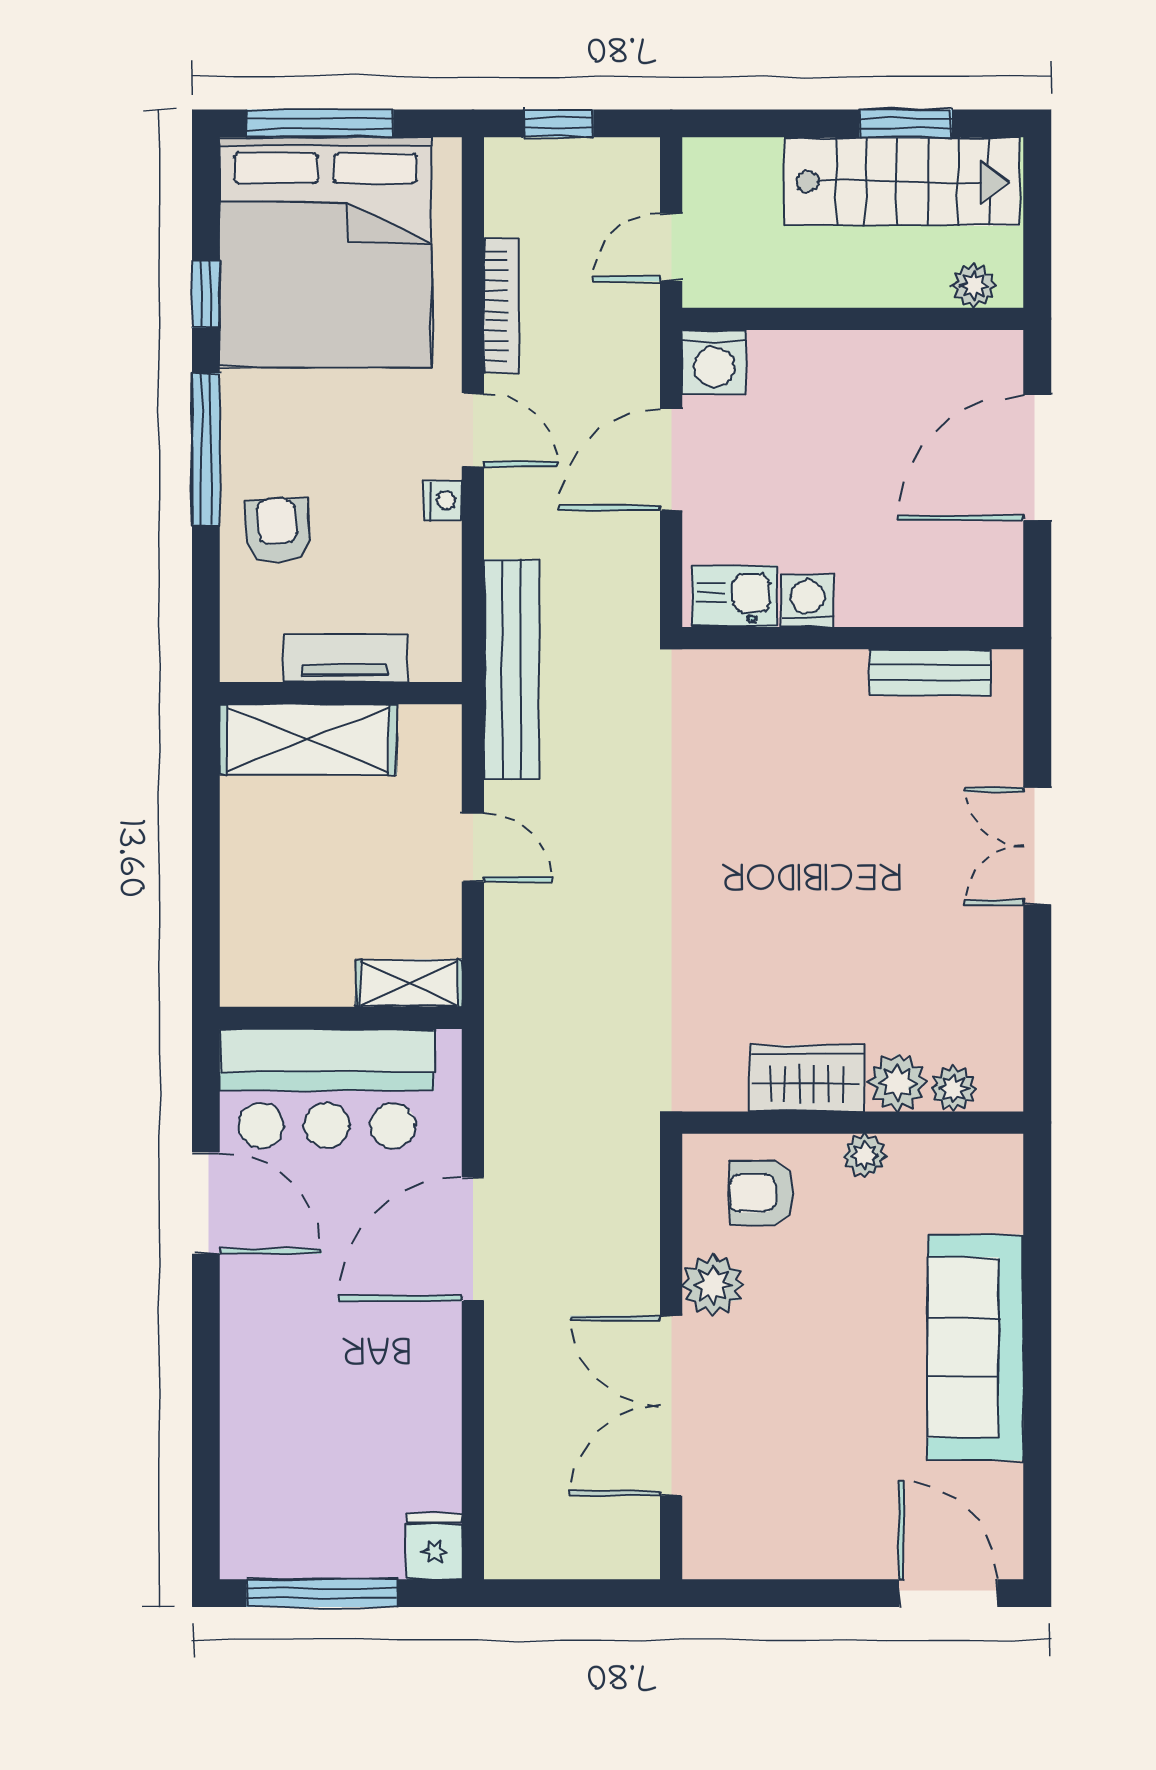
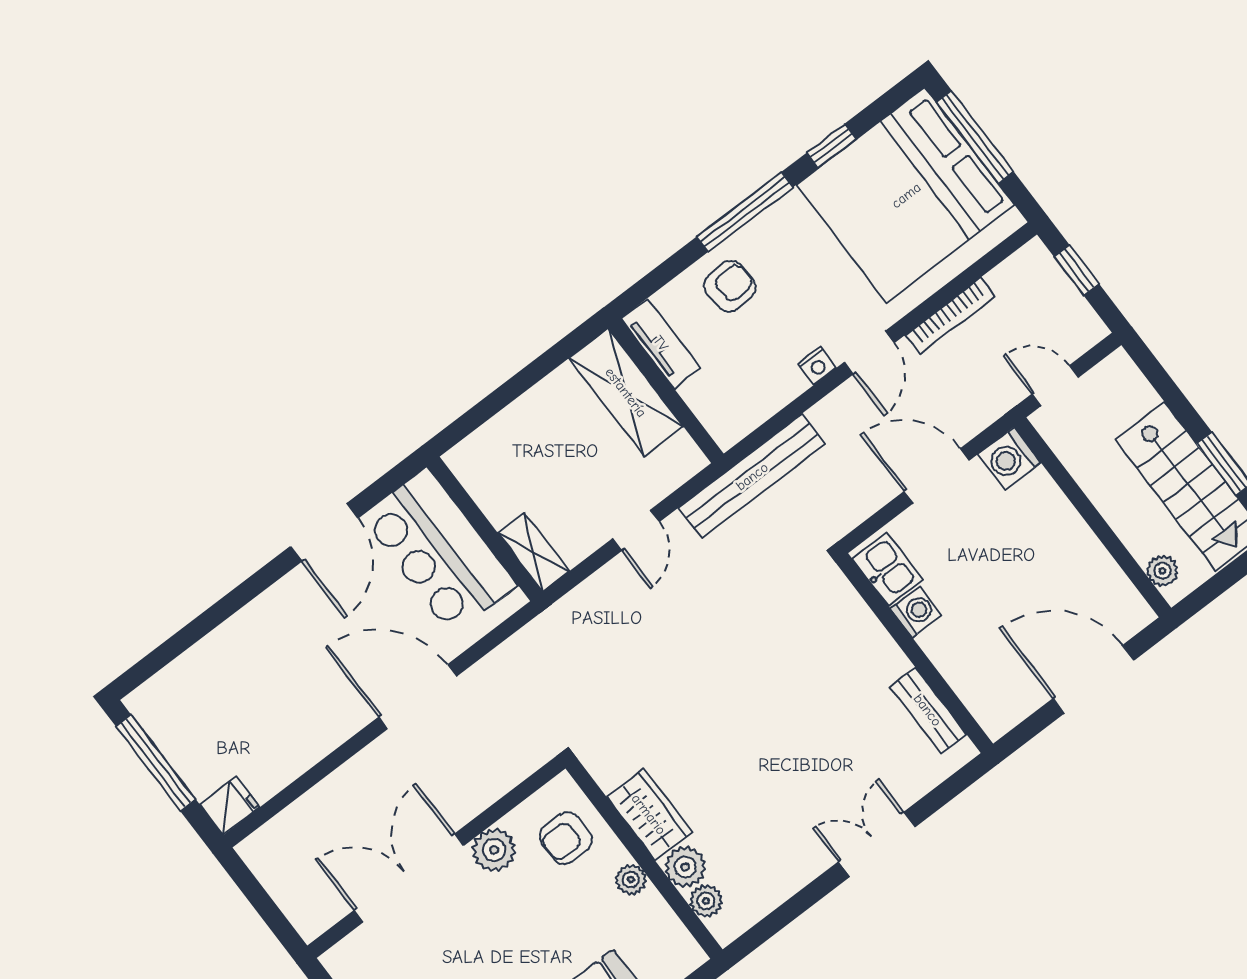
tv unit: (345, 658) -> (661, 343), moved
armchair: (762, 1193) -> (566, 838), turned -90

